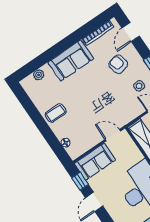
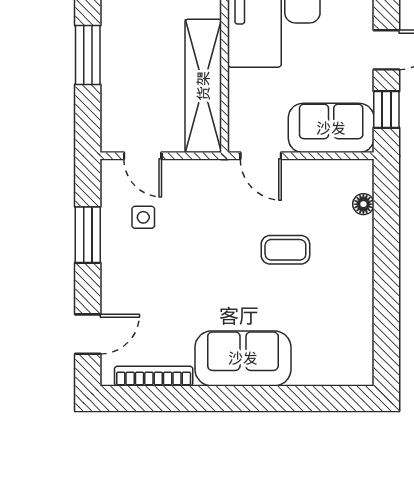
armchair: (118, 64) -> (155, 288), removed
plant: (39, 75) -> (326, 373), removed
coffee table: (56, 113) -> (285, 250), moved

